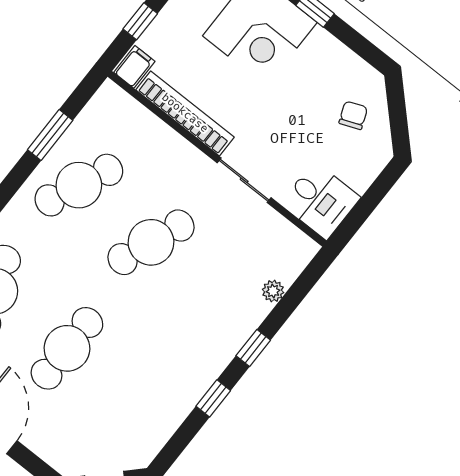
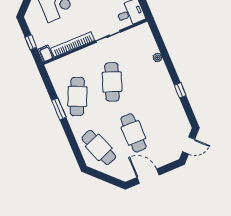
window: (50, 135) -> (59, 109), moved
plant: (273, 291) -> (157, 57), moved
window: (253, 348) -> (170, 66), removed

